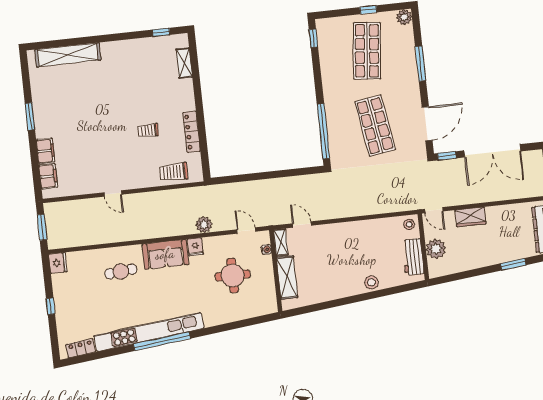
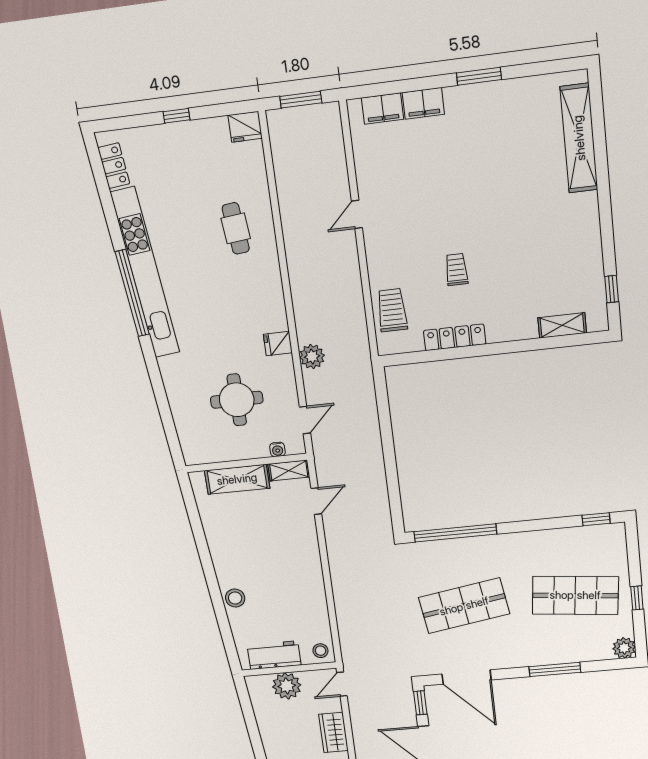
sofa: (165, 254) -> (265, 298), removed

